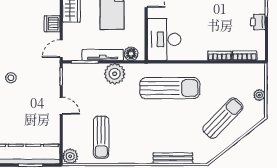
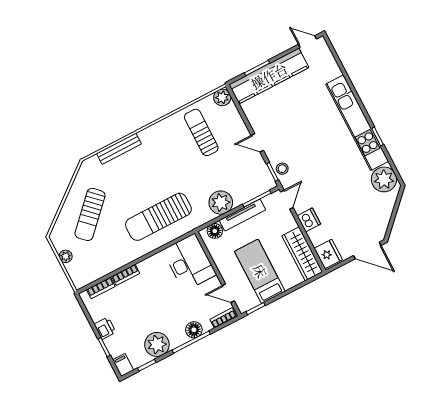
stool: (11, 78) -> (282, 169), moved

